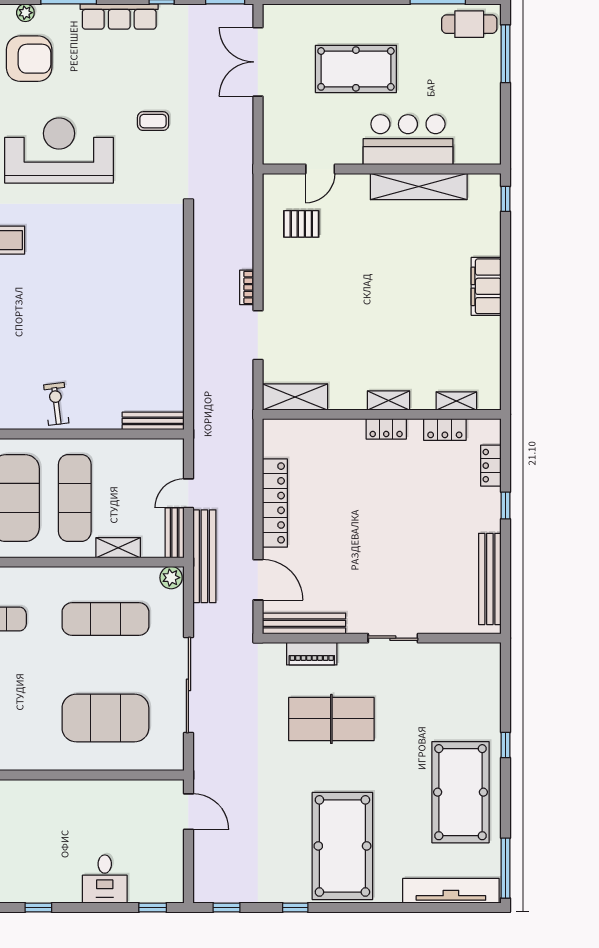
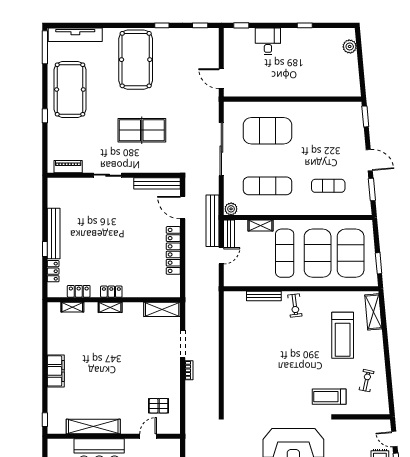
bench: (153, 421) -> (264, 296), moved
bench: (490, 579) -> (54, 233), moved
piano: (312, 654) -> (68, 167), moved

